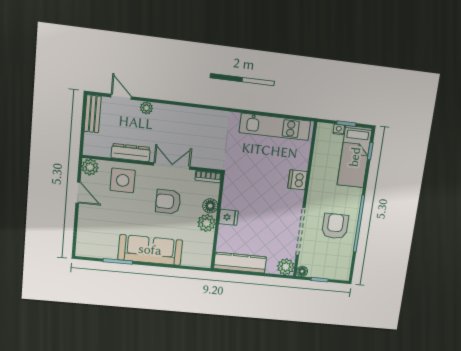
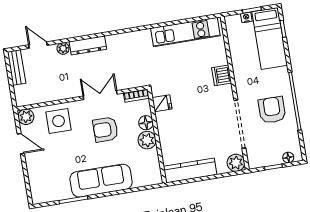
dresser: (131, 153) -> (88, 45), moved, turned 180
fridge: (228, 217) -> (162, 103), moved
floor lamp: (302, 271) -> (288, 158), moved

